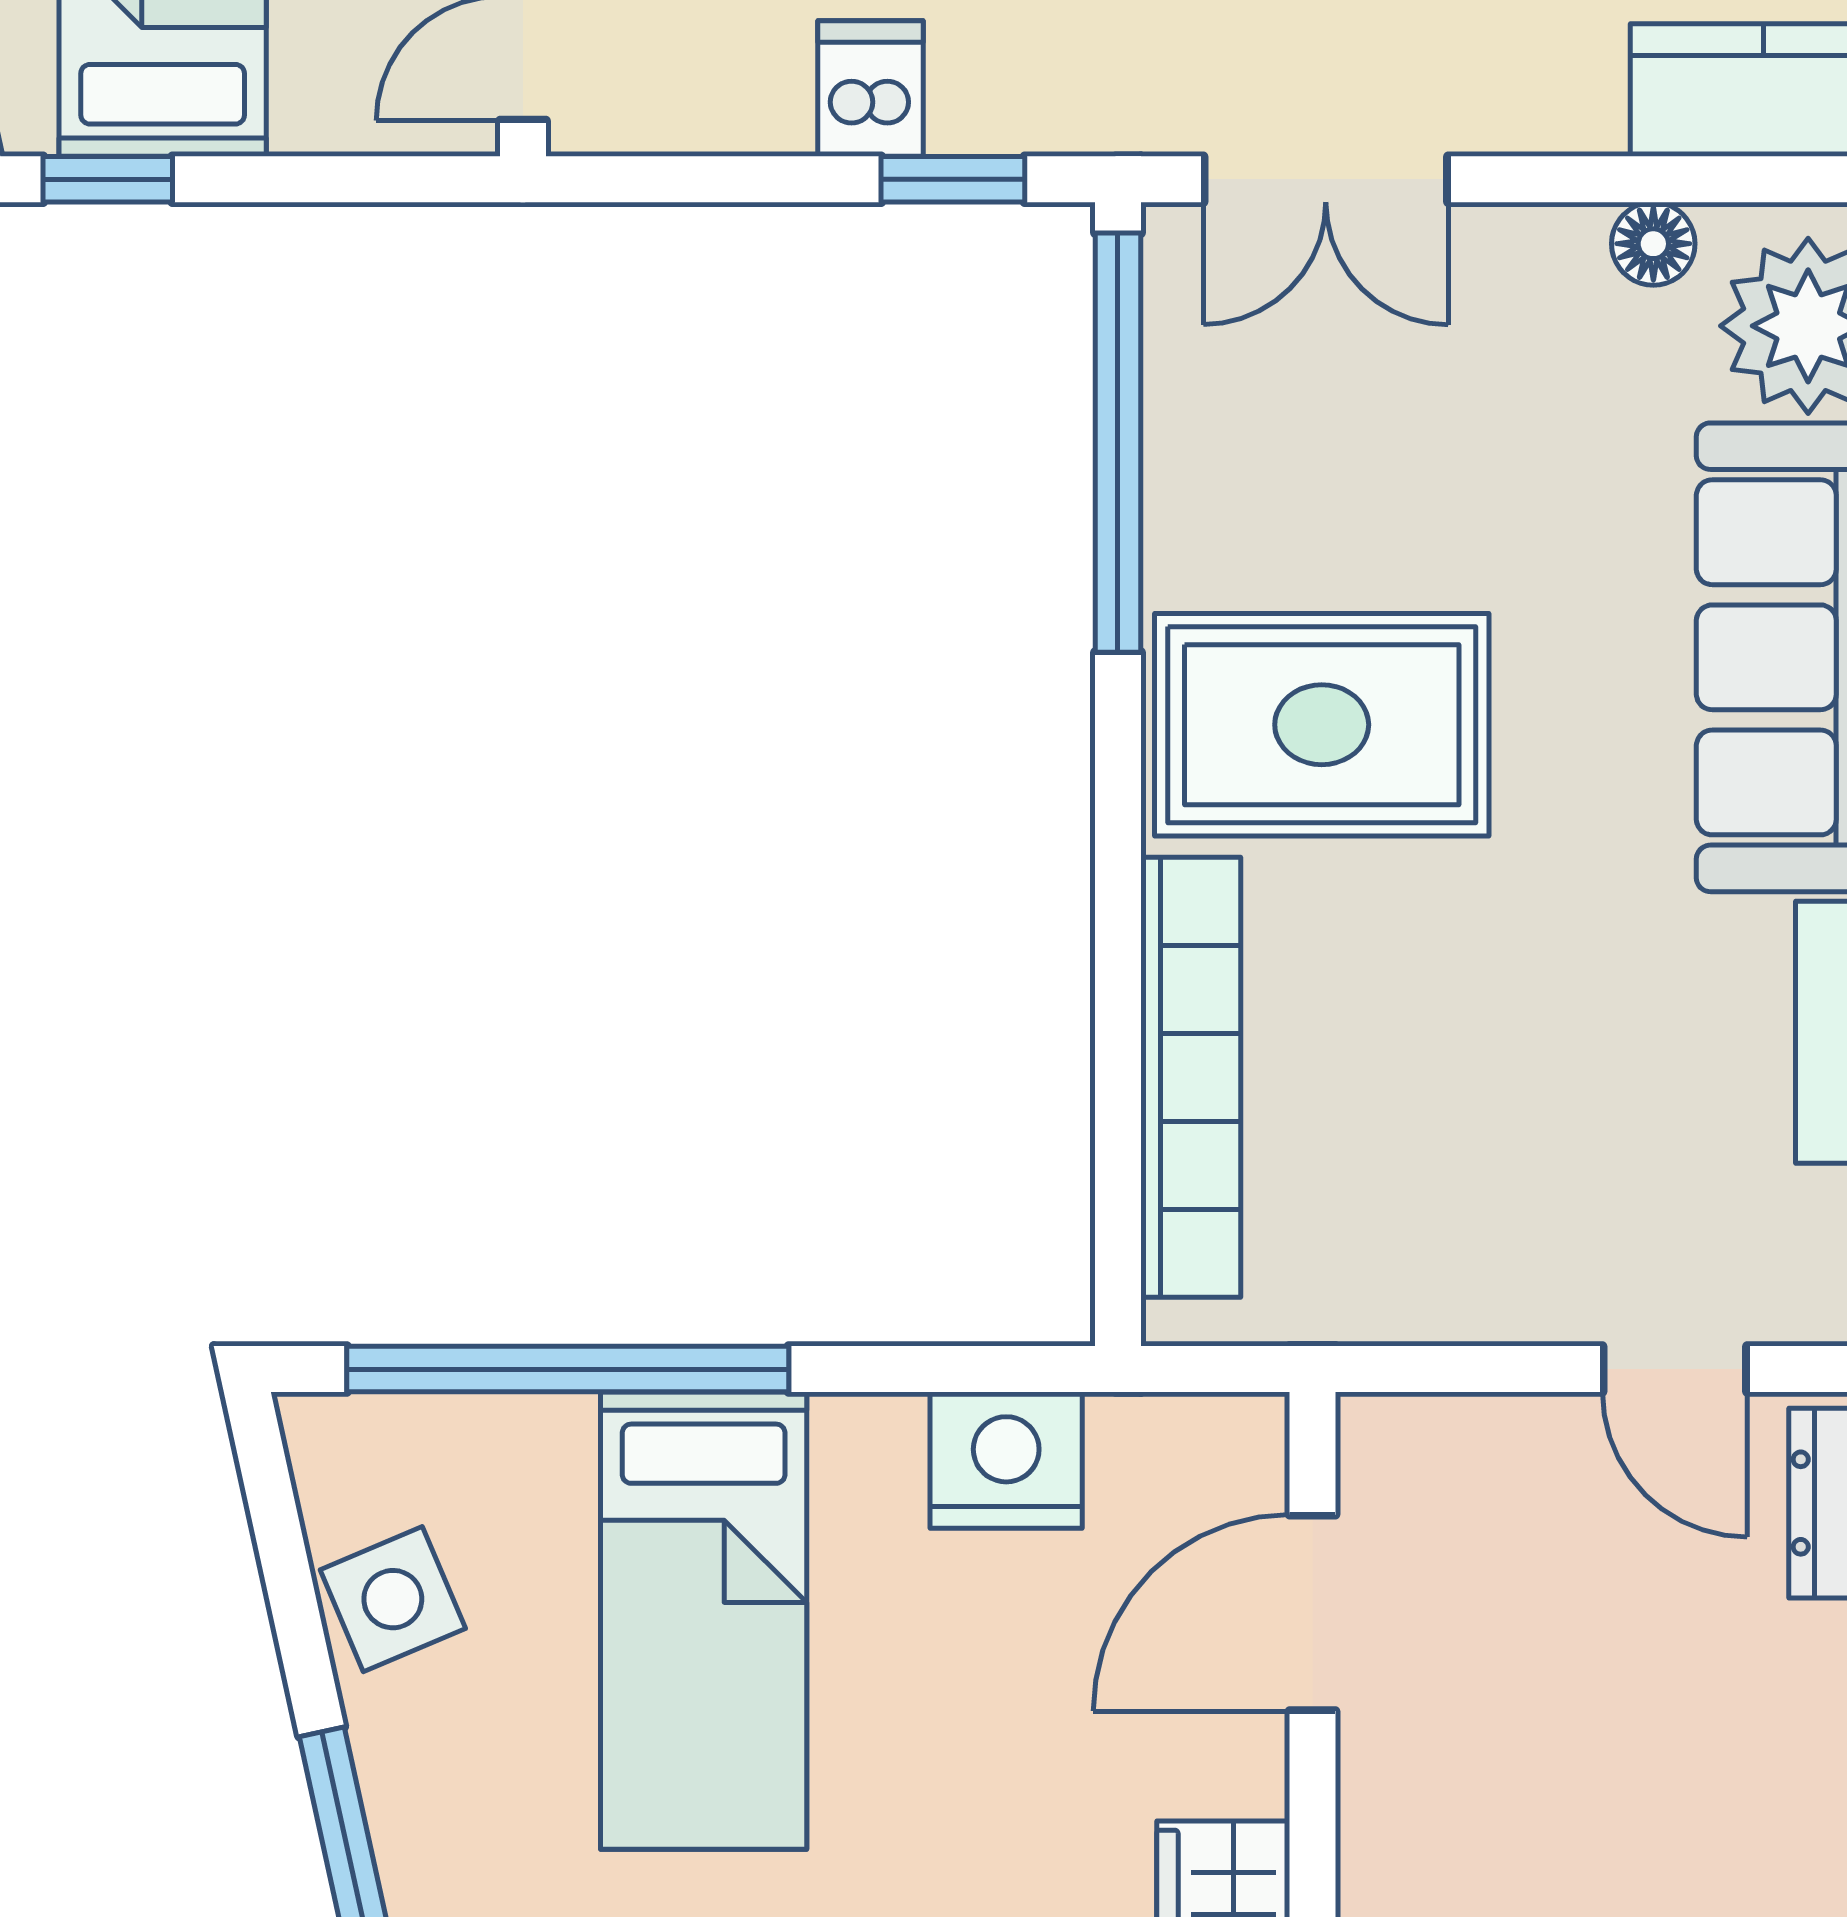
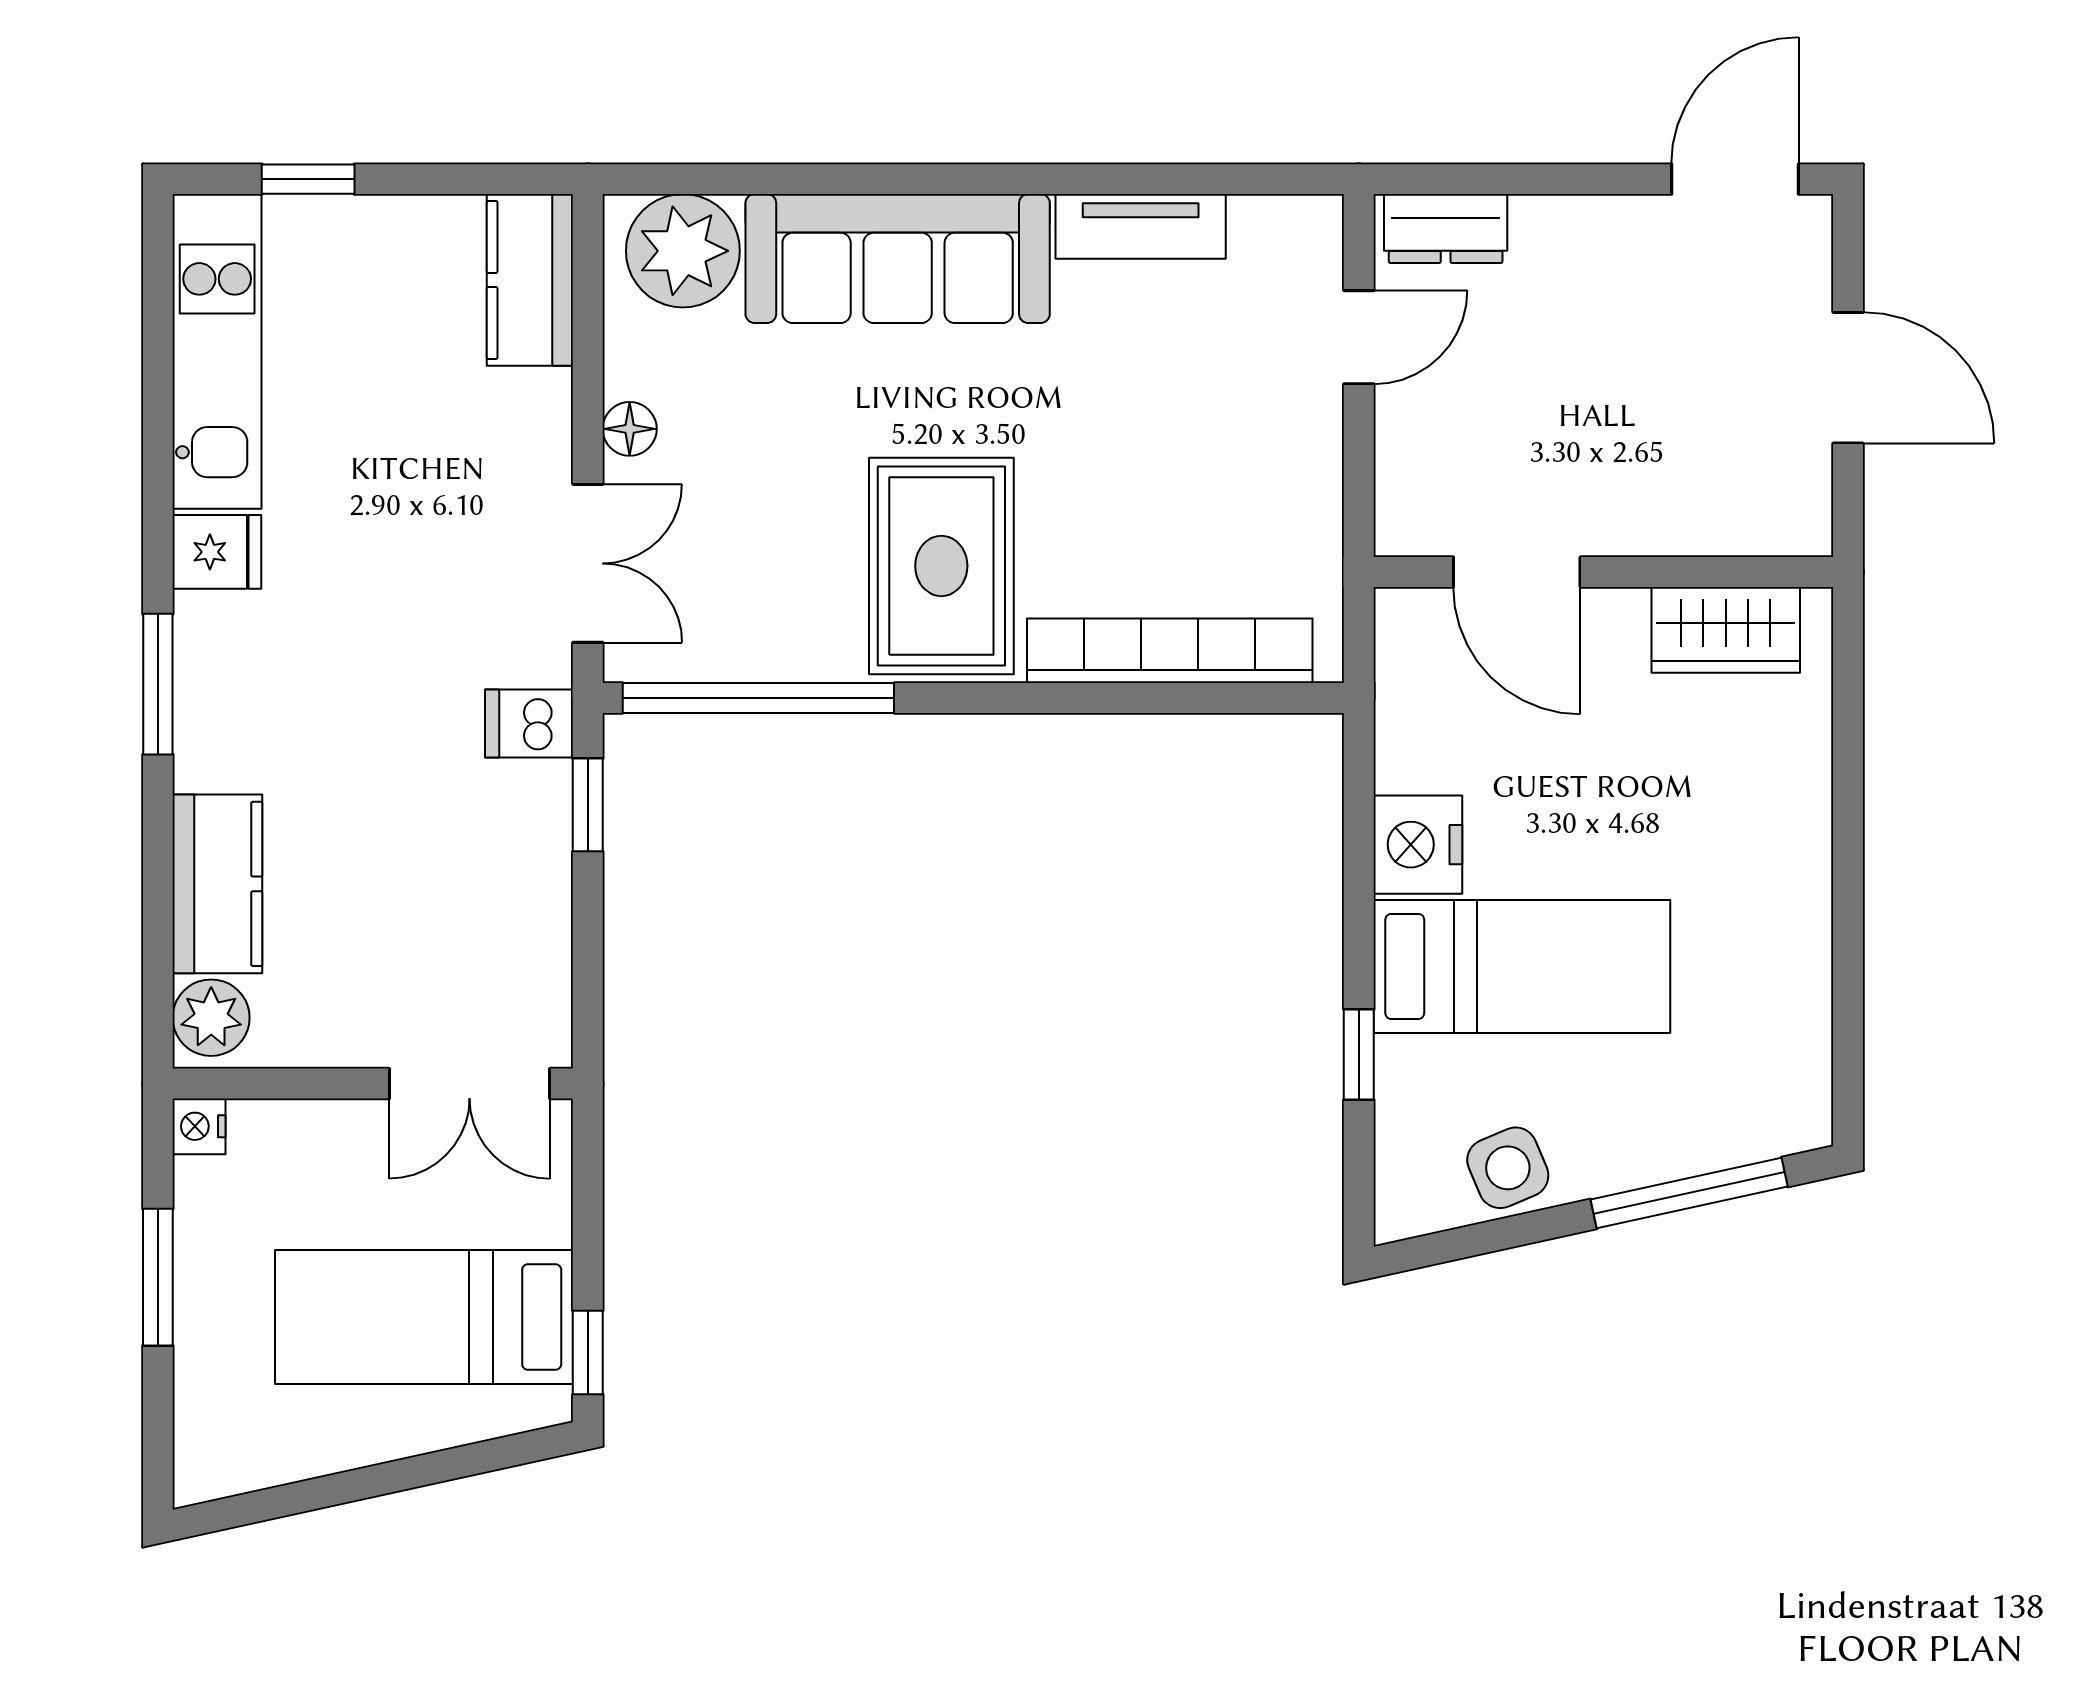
dishwasher: (870, 89) -> (529, 724), moved
floor lamp: (1653, 244) -> (630, 429), moved
window: (568, 1369) -> (1359, 1054), width x0.32
nightstand: (1006, 1460) -> (1418, 845), moved

